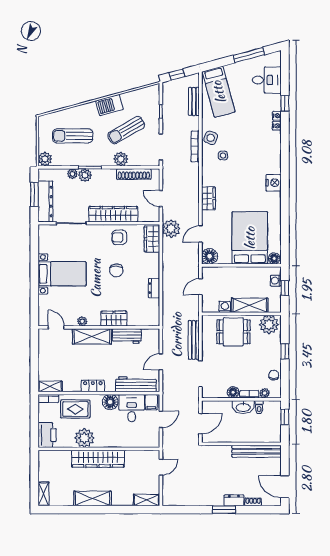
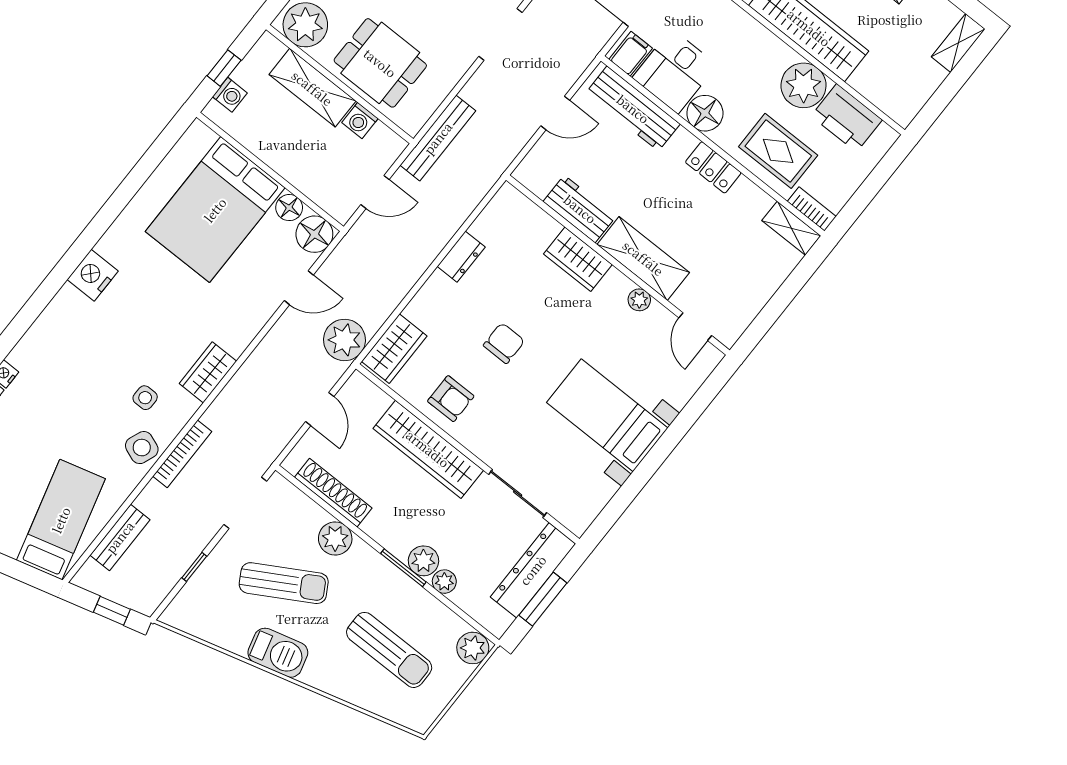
wardrobe: (208, 198) -> (208, 372), moved
floor lamp: (274, 258) -> (289, 208), moved
bench: (194, 340) -> (438, 138), moved
printer: (47, 435) -> (847, 118), moved, turned -90

